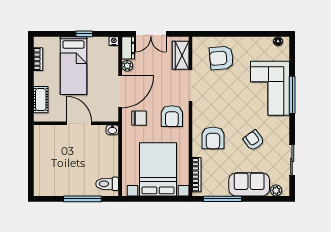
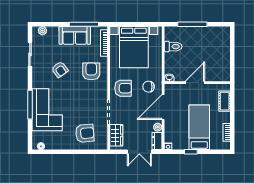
double door: (151, 34) -> (139, 152), swing flipped
armchair: (172, 116) -> (123, 88), turned 90
door: (79, 123) -> (195, 83), swing flipped
toilet: (107, 184) -> (173, 47), moved
sofa: (249, 184) -> (75, 35), moved

